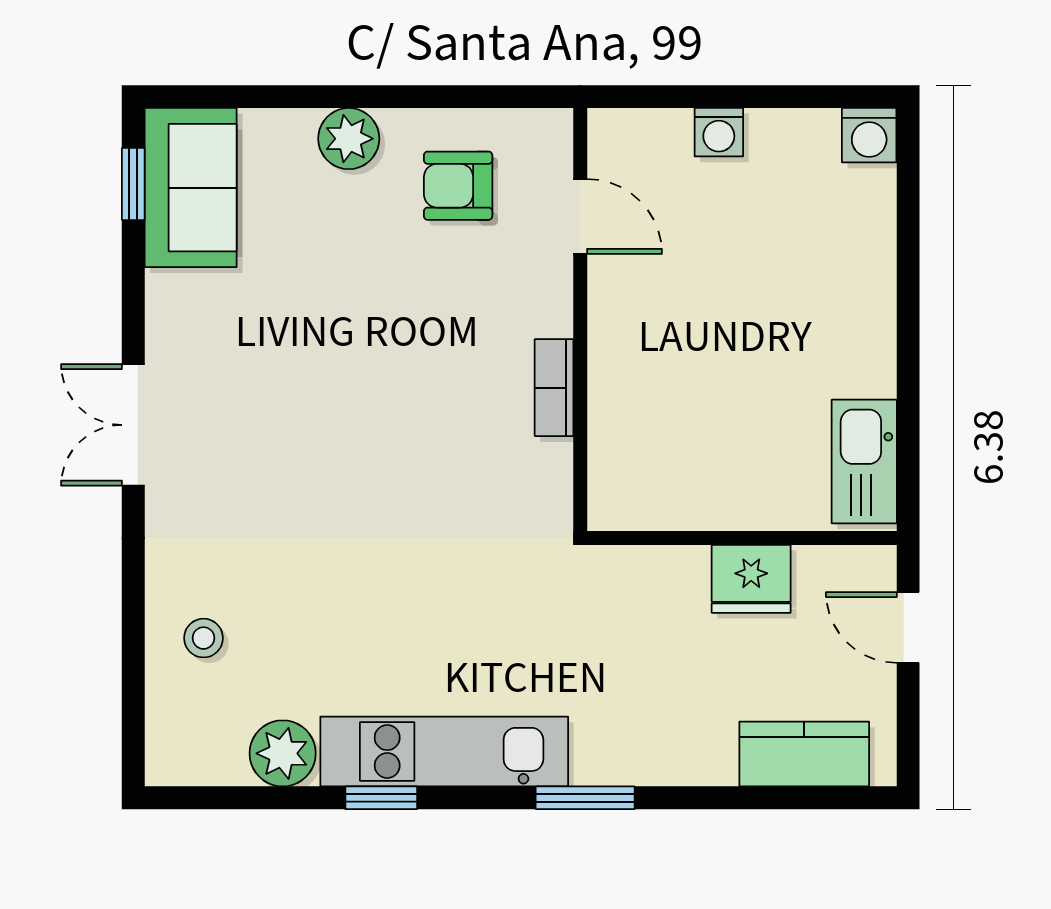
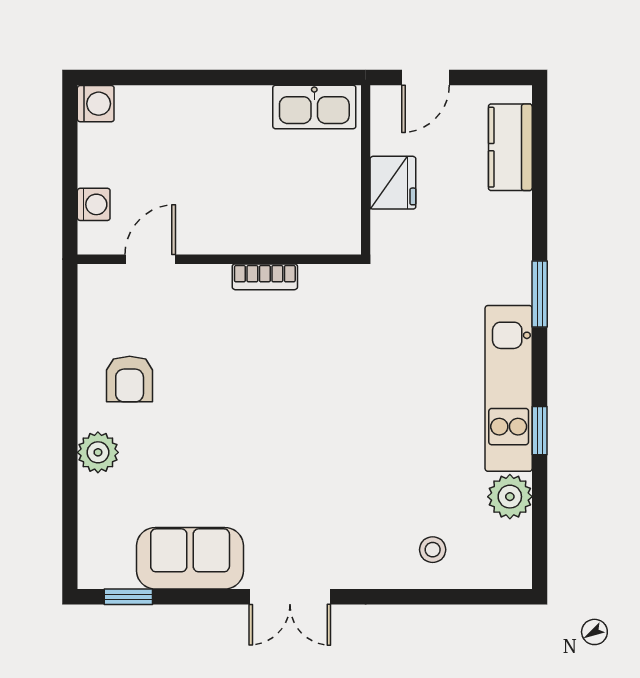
sofa: (191, 188) -> (190, 558), moved
door: (580, 216) -> (150, 259), moved
wall: (580, 320) -> (219, 259), moved
bookcase: (554, 388) -> (265, 277), moved

